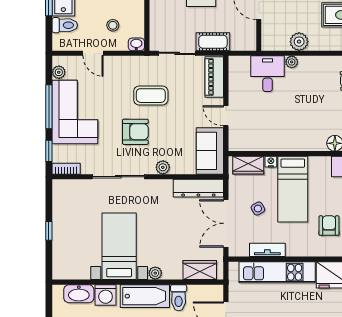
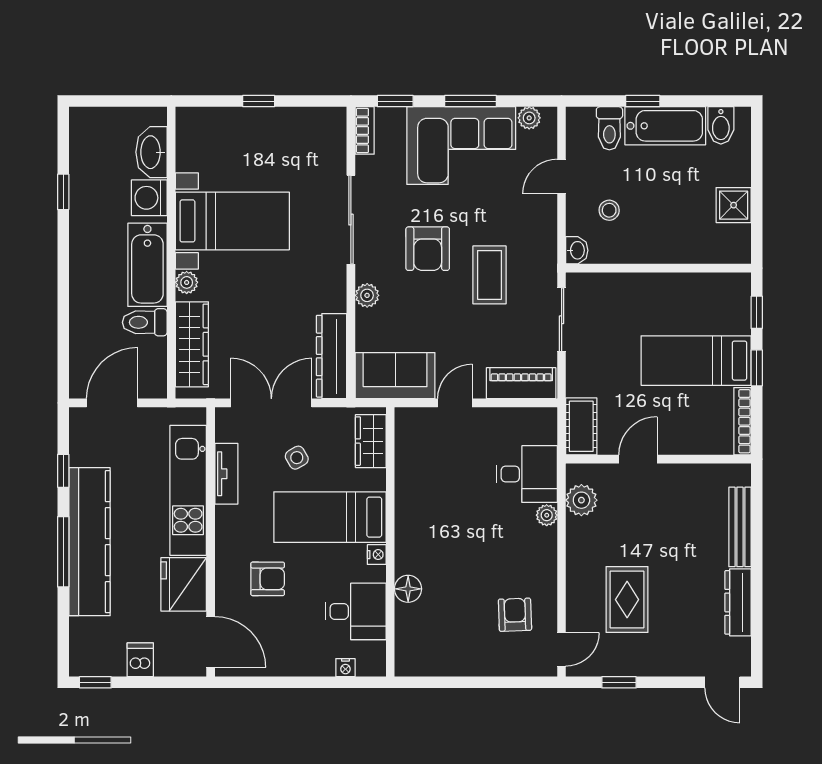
cot: (213, 42) -> (581, 426), moved
plant: (299, 42) -> (581, 500), moved
window: (49, 107) -> (470, 101), width x0.69
nightstand: (271, 162) -> (377, 555), moved
wardrobe: (200, 270) -> (192, 344), width x1.50

